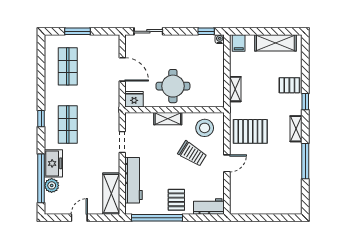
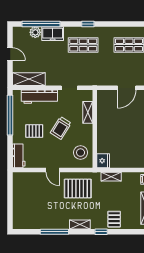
round table: (173, 86) -> (113, 128), removed
fridge: (134, 99) -> (103, 161), moved
shelving: (168, 119) -> (88, 112), moved
pallet: (250, 131) -> (78, 188), turned 90
trolley: (192, 154) -> (61, 128), moved
pallet: (176, 200) -> (34, 131), moved

